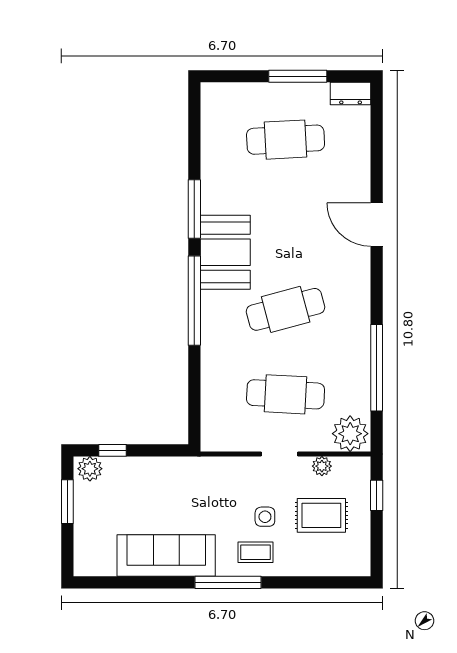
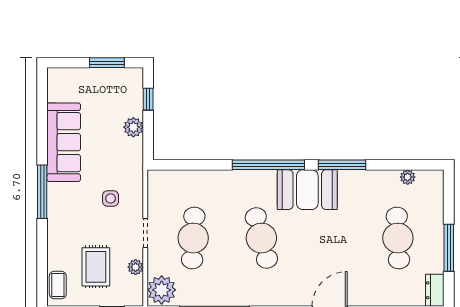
plant: (210, 128) -> (408, 177), added
plant: (90, 469) -> (133, 127), moved
side table: (265, 517) -> (111, 198), moved
coffee table: (255, 552) -> (58, 285), moved

